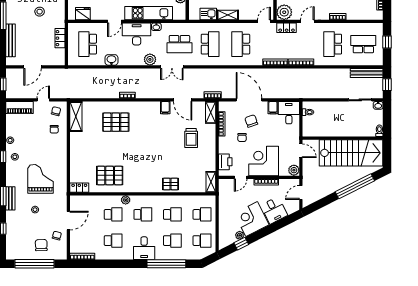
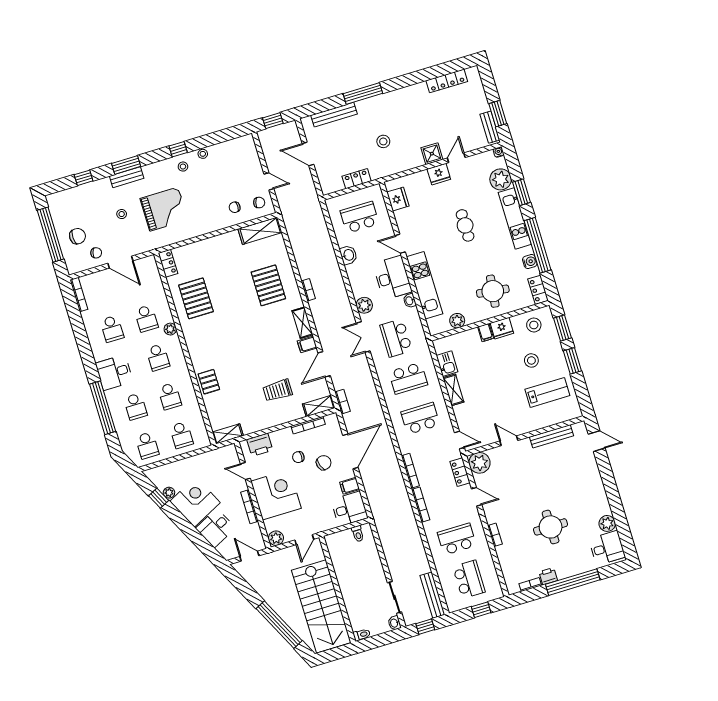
shelving: (149, 106) -> (302, 323), added
piano: (19, 108) -> (249, 153), removed

